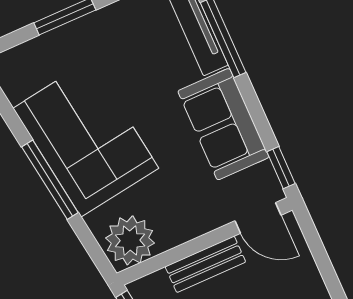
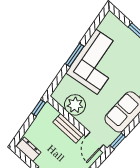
window: (50, 180) -> (75, 55), width x0.69
plant: (130, 240) -> (75, 105), moved

